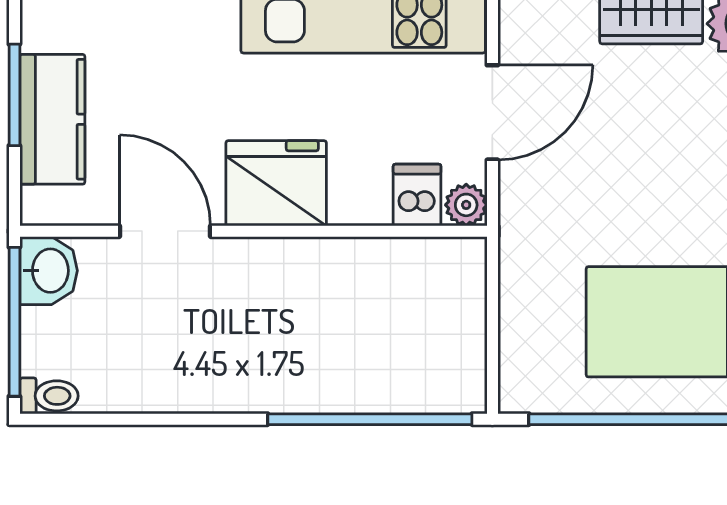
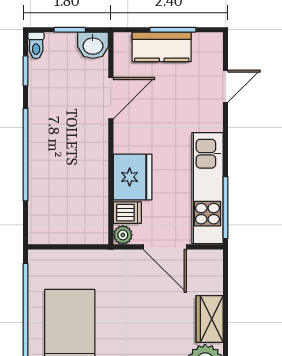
fridge: (276, 183) -> (133, 177), moved
window: (14, 322) -> (70, 30), width x0.46
window: (105, 419) -> (26, 71), added
window: (370, 419) -> (26, 155), moved

